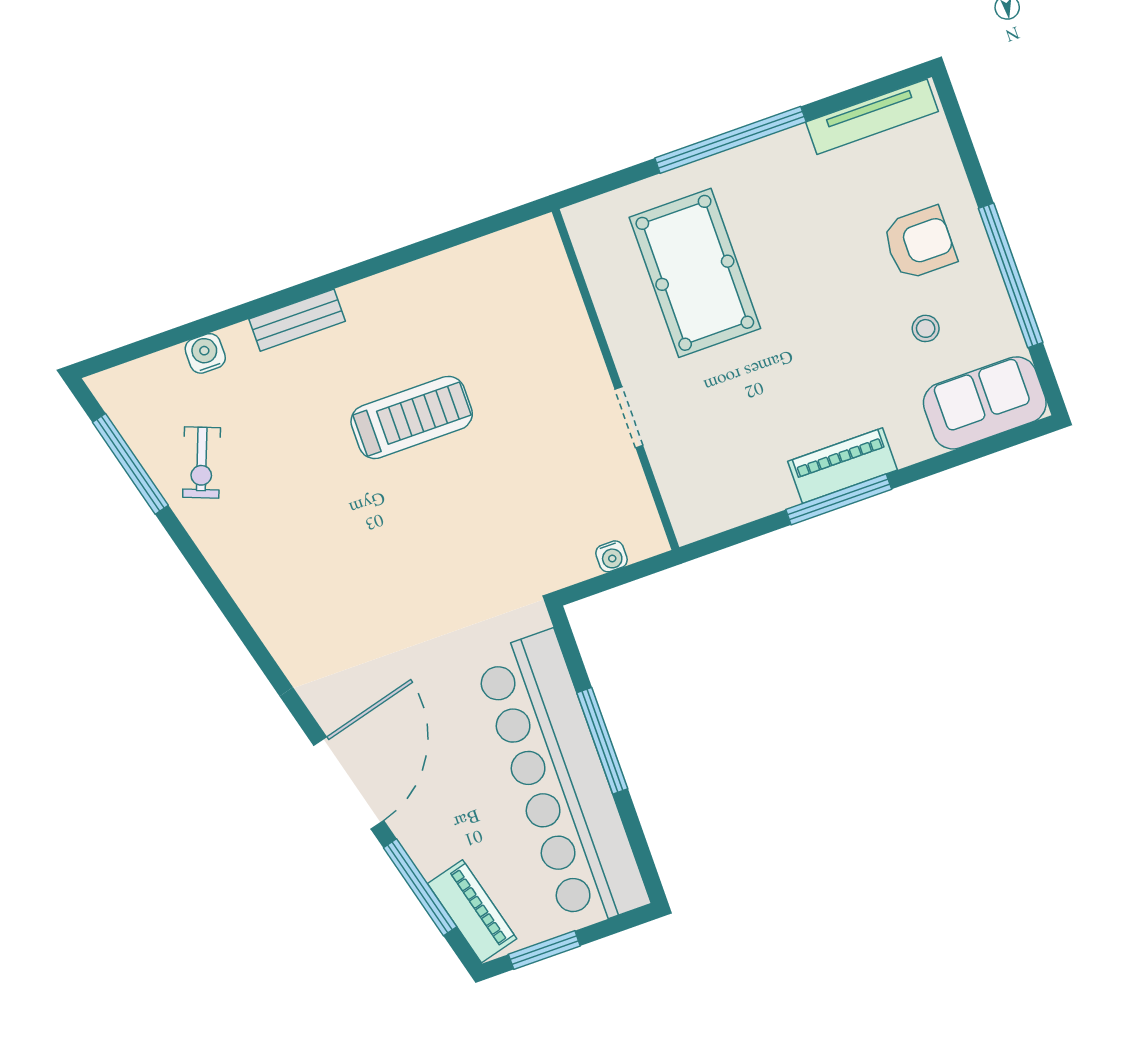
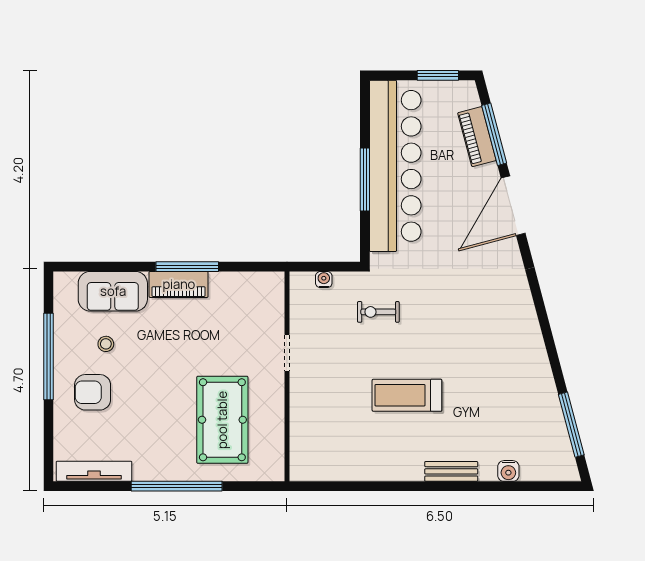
sofa: (985, 403) -> (113, 291), moved
exercise bike: (202, 463) -> (378, 312), moved, turned -111
piano: (472, 911) -> (477, 137), moved

